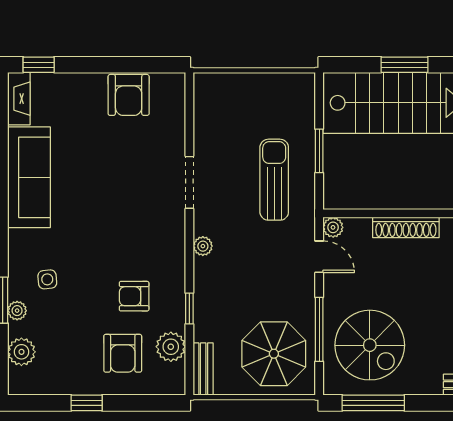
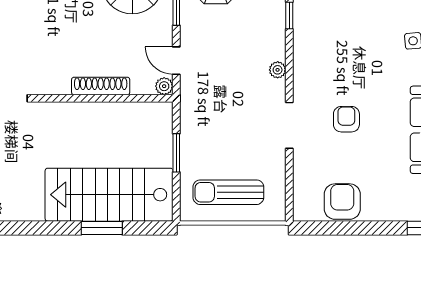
sun lounger: (274, 180) -> (228, 192), moved, turned 90
armchair: (134, 296) -> (346, 119), moved, turned -90

